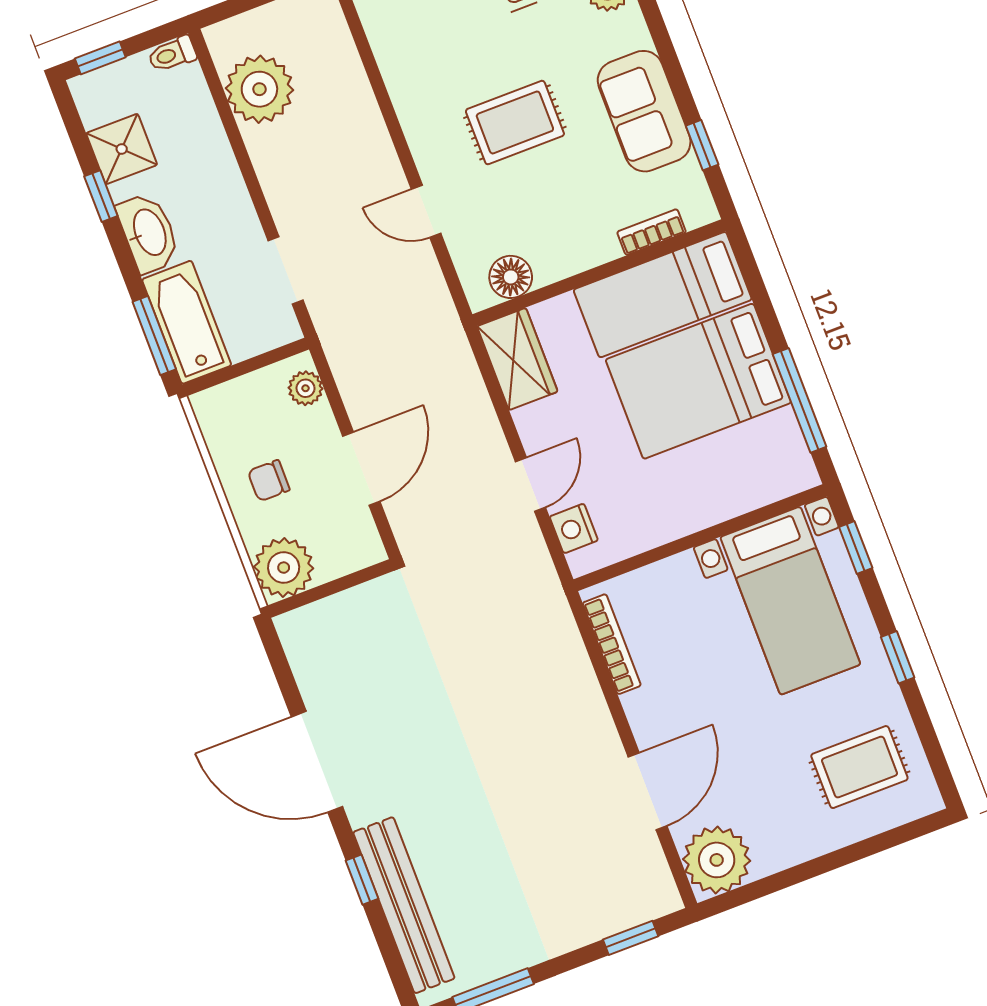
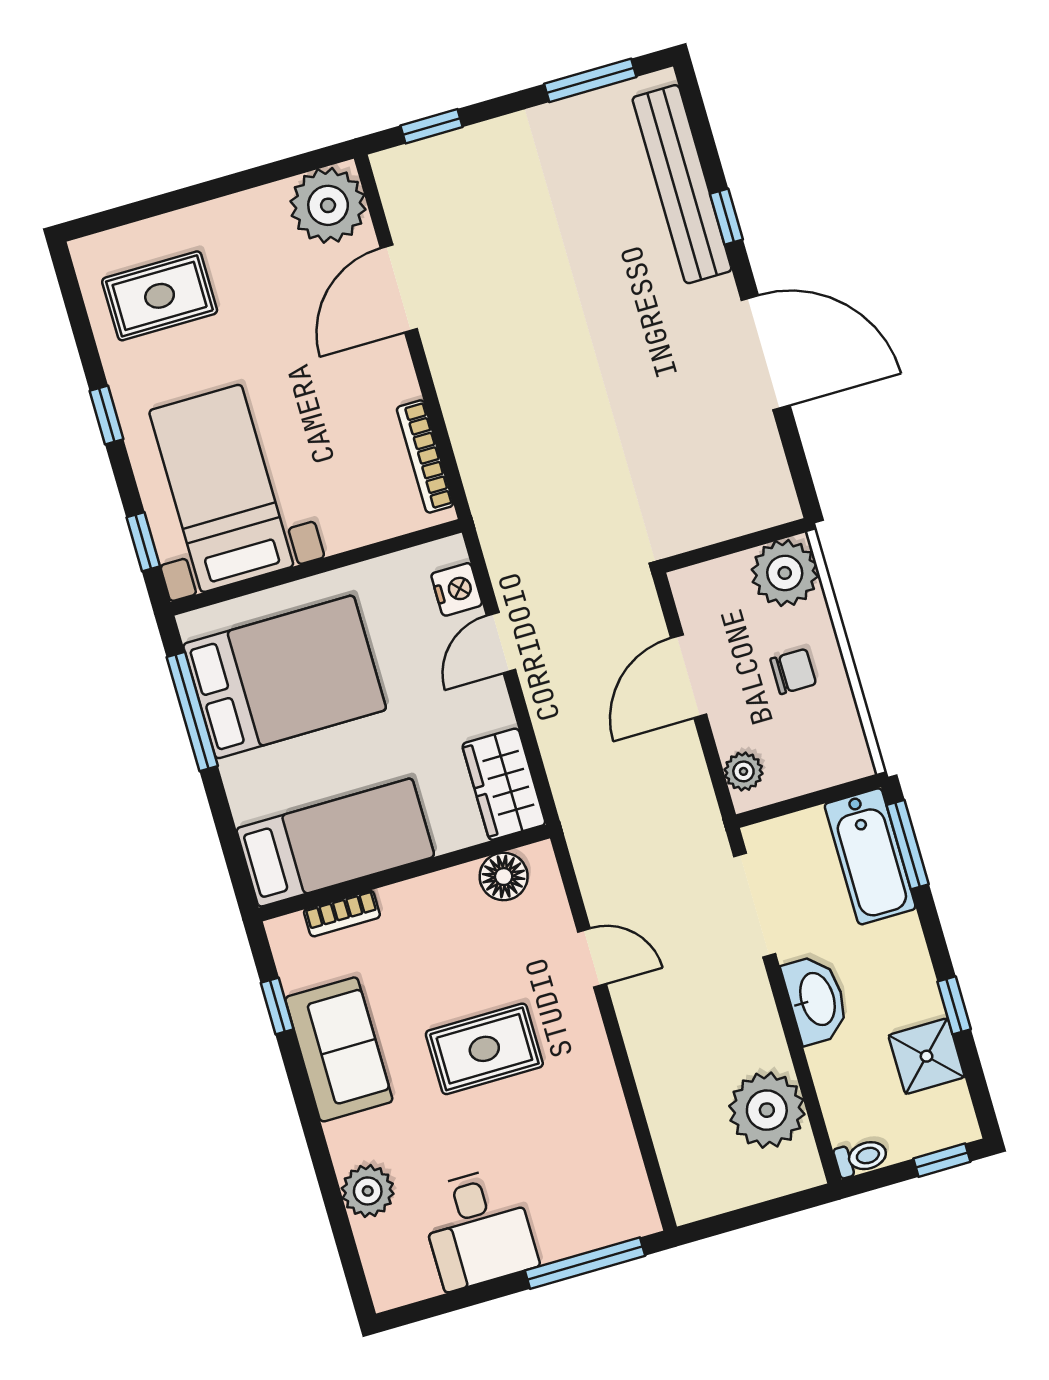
washbasin: (149, 233) -> (816, 999), moved, turned 180
doorway: (286, 270) -> (755, 905), width x1.38
bed: (698, 381) -> (285, 677), moved

